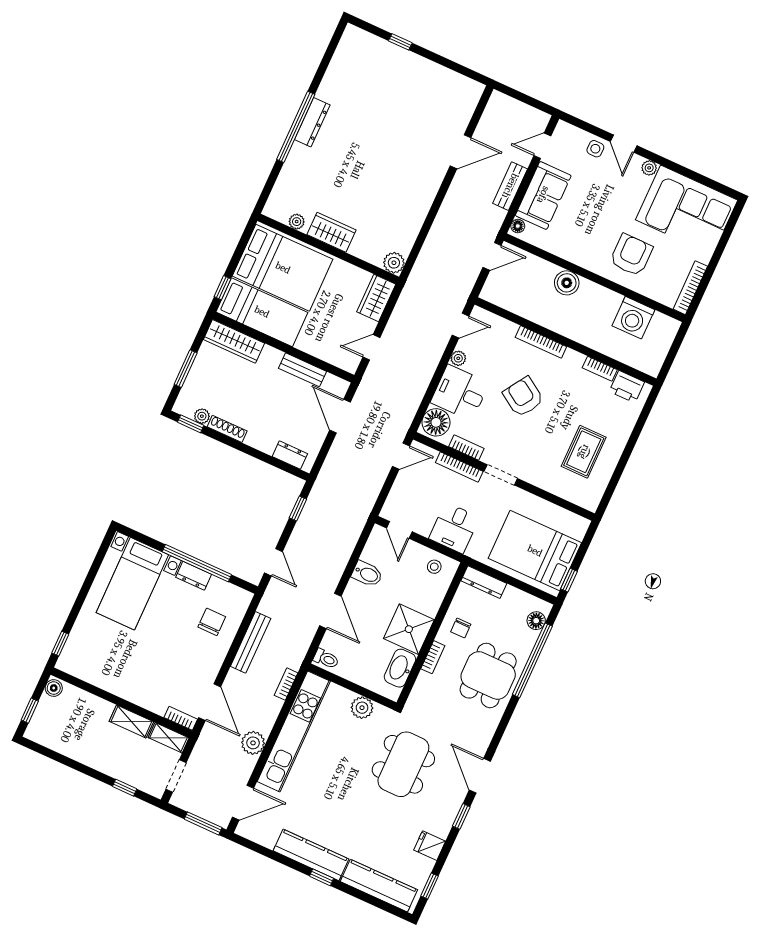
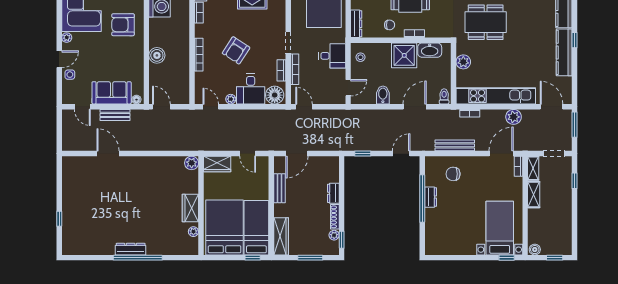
dresser: (290, 455) -> (333, 193), moved
bed with nightstands: (132, 584) -> (500, 228), moved, turned -90

